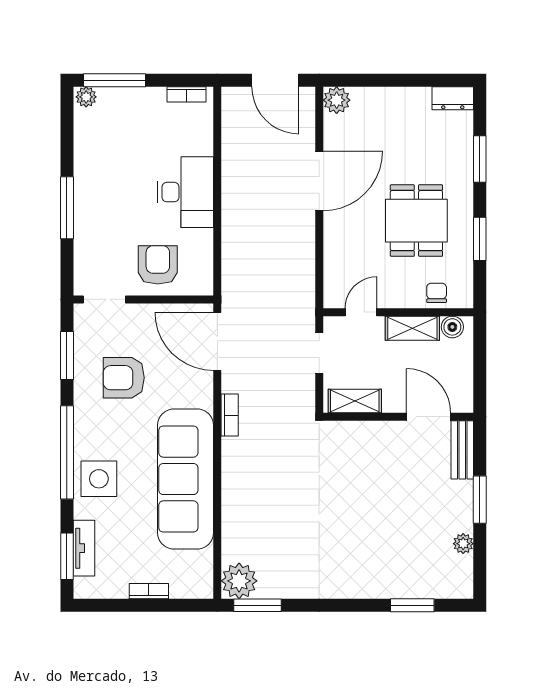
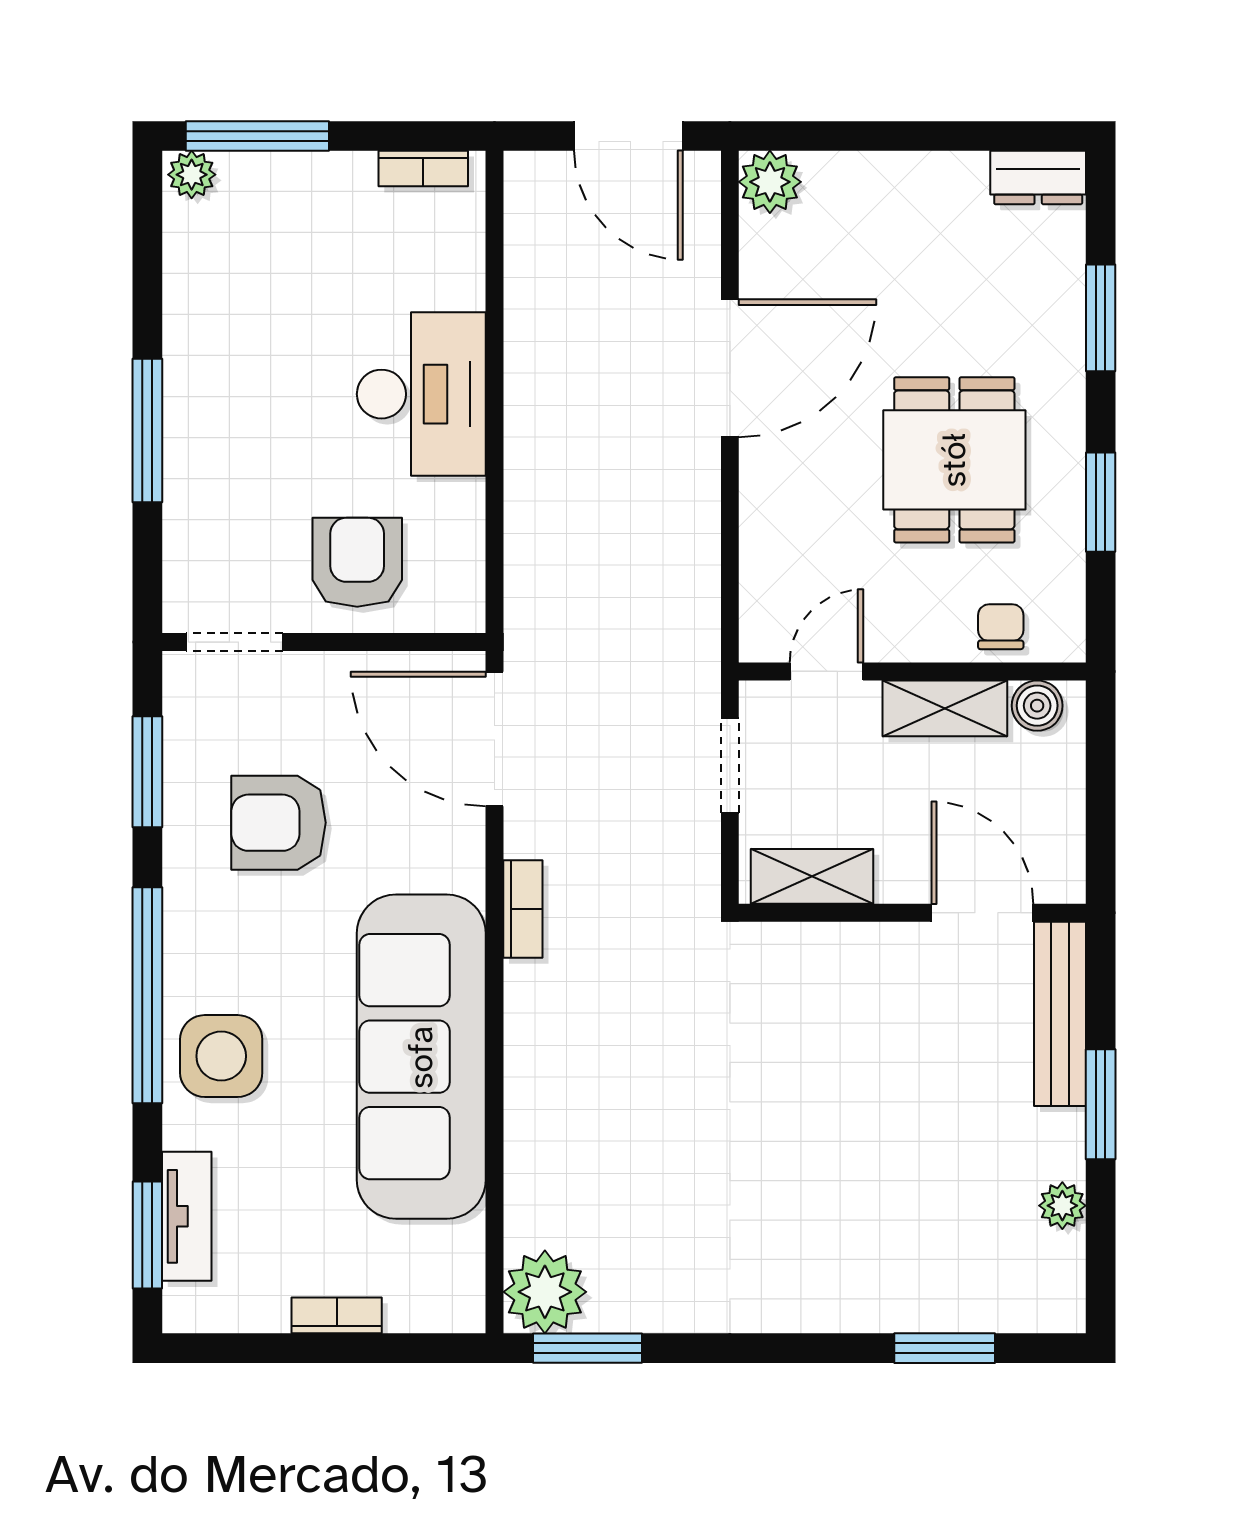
bench: (462, 450) -> (1060, 1014), width x1.36

